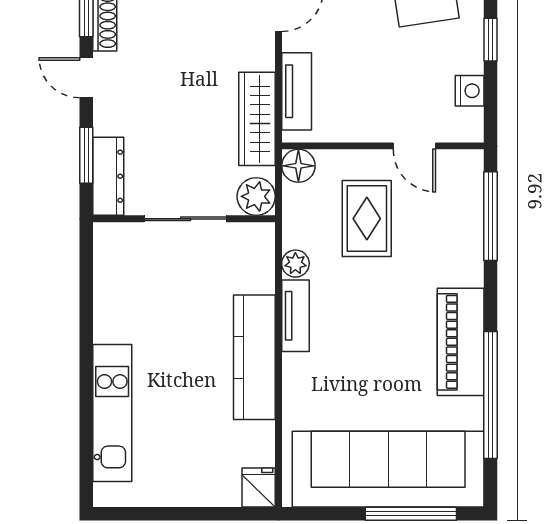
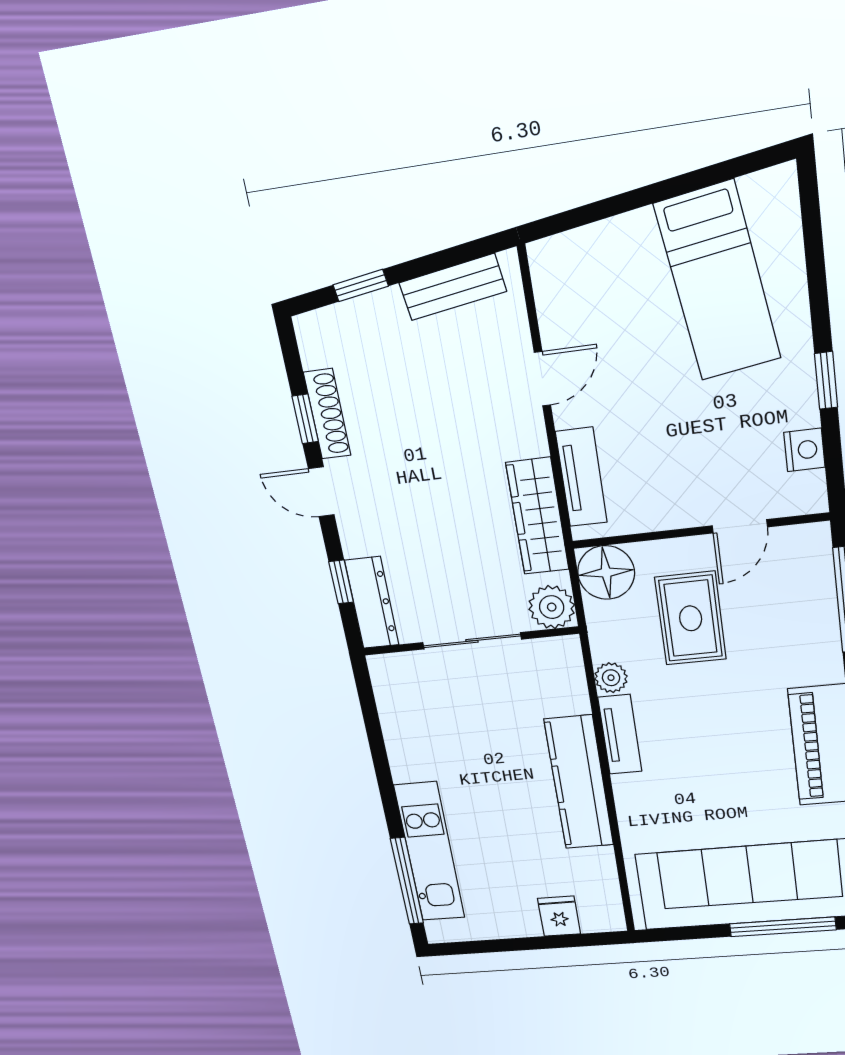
door: (414, 146) -> (740, 526), hinge flipped
window: (86, 155) -> (341, 582), width x0.67
floor lamp: (298, 166) -> (606, 573), width x1.38, depth x1.38
window: (86, 441) -> (407, 881), added
fridge: (259, 487) -> (559, 916), moved

